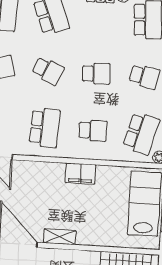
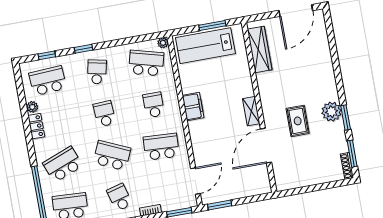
school desk: (48, 71) -> (112, 156), width x1.85

